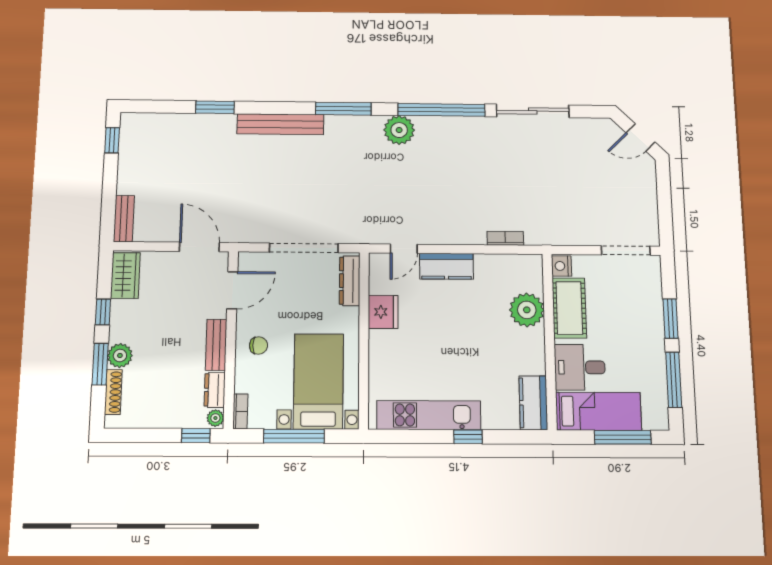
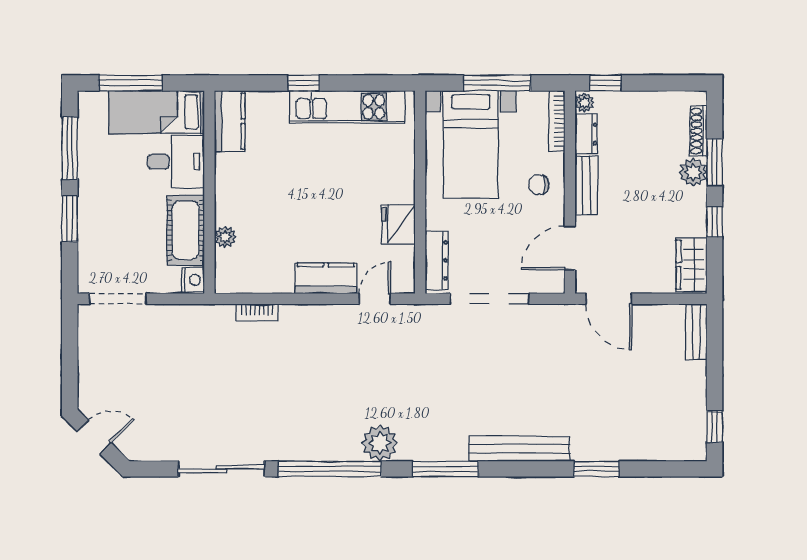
plant: (527, 310) -> (225, 237), width x0.53, depth x0.53
bookcase: (240, 411) -> (557, 121), width x1.56

